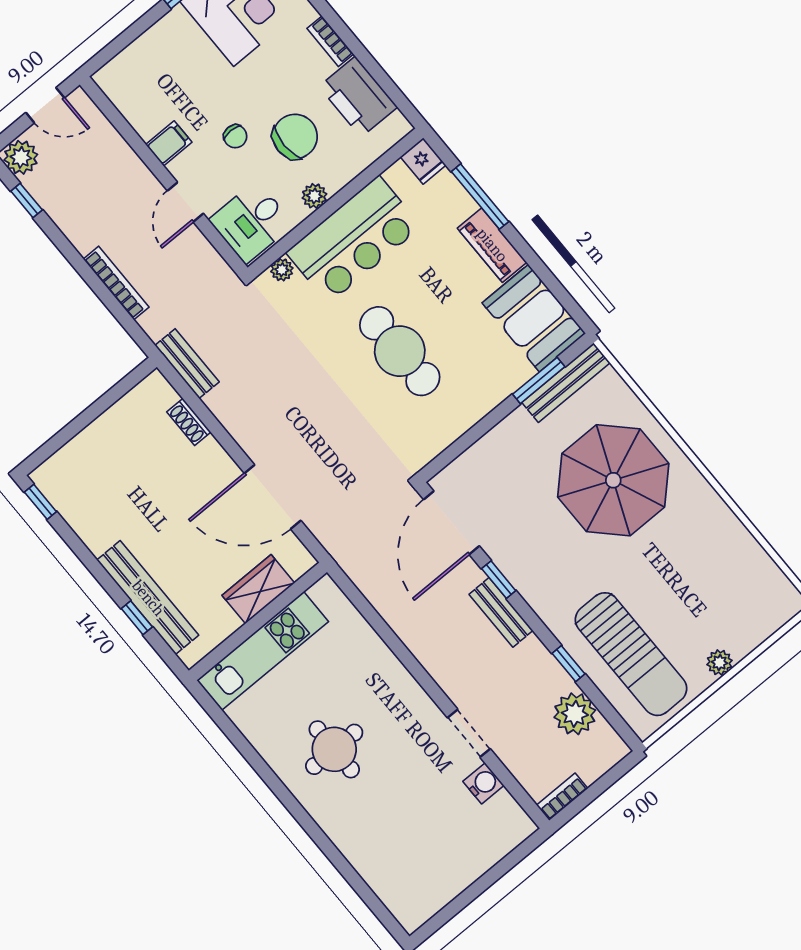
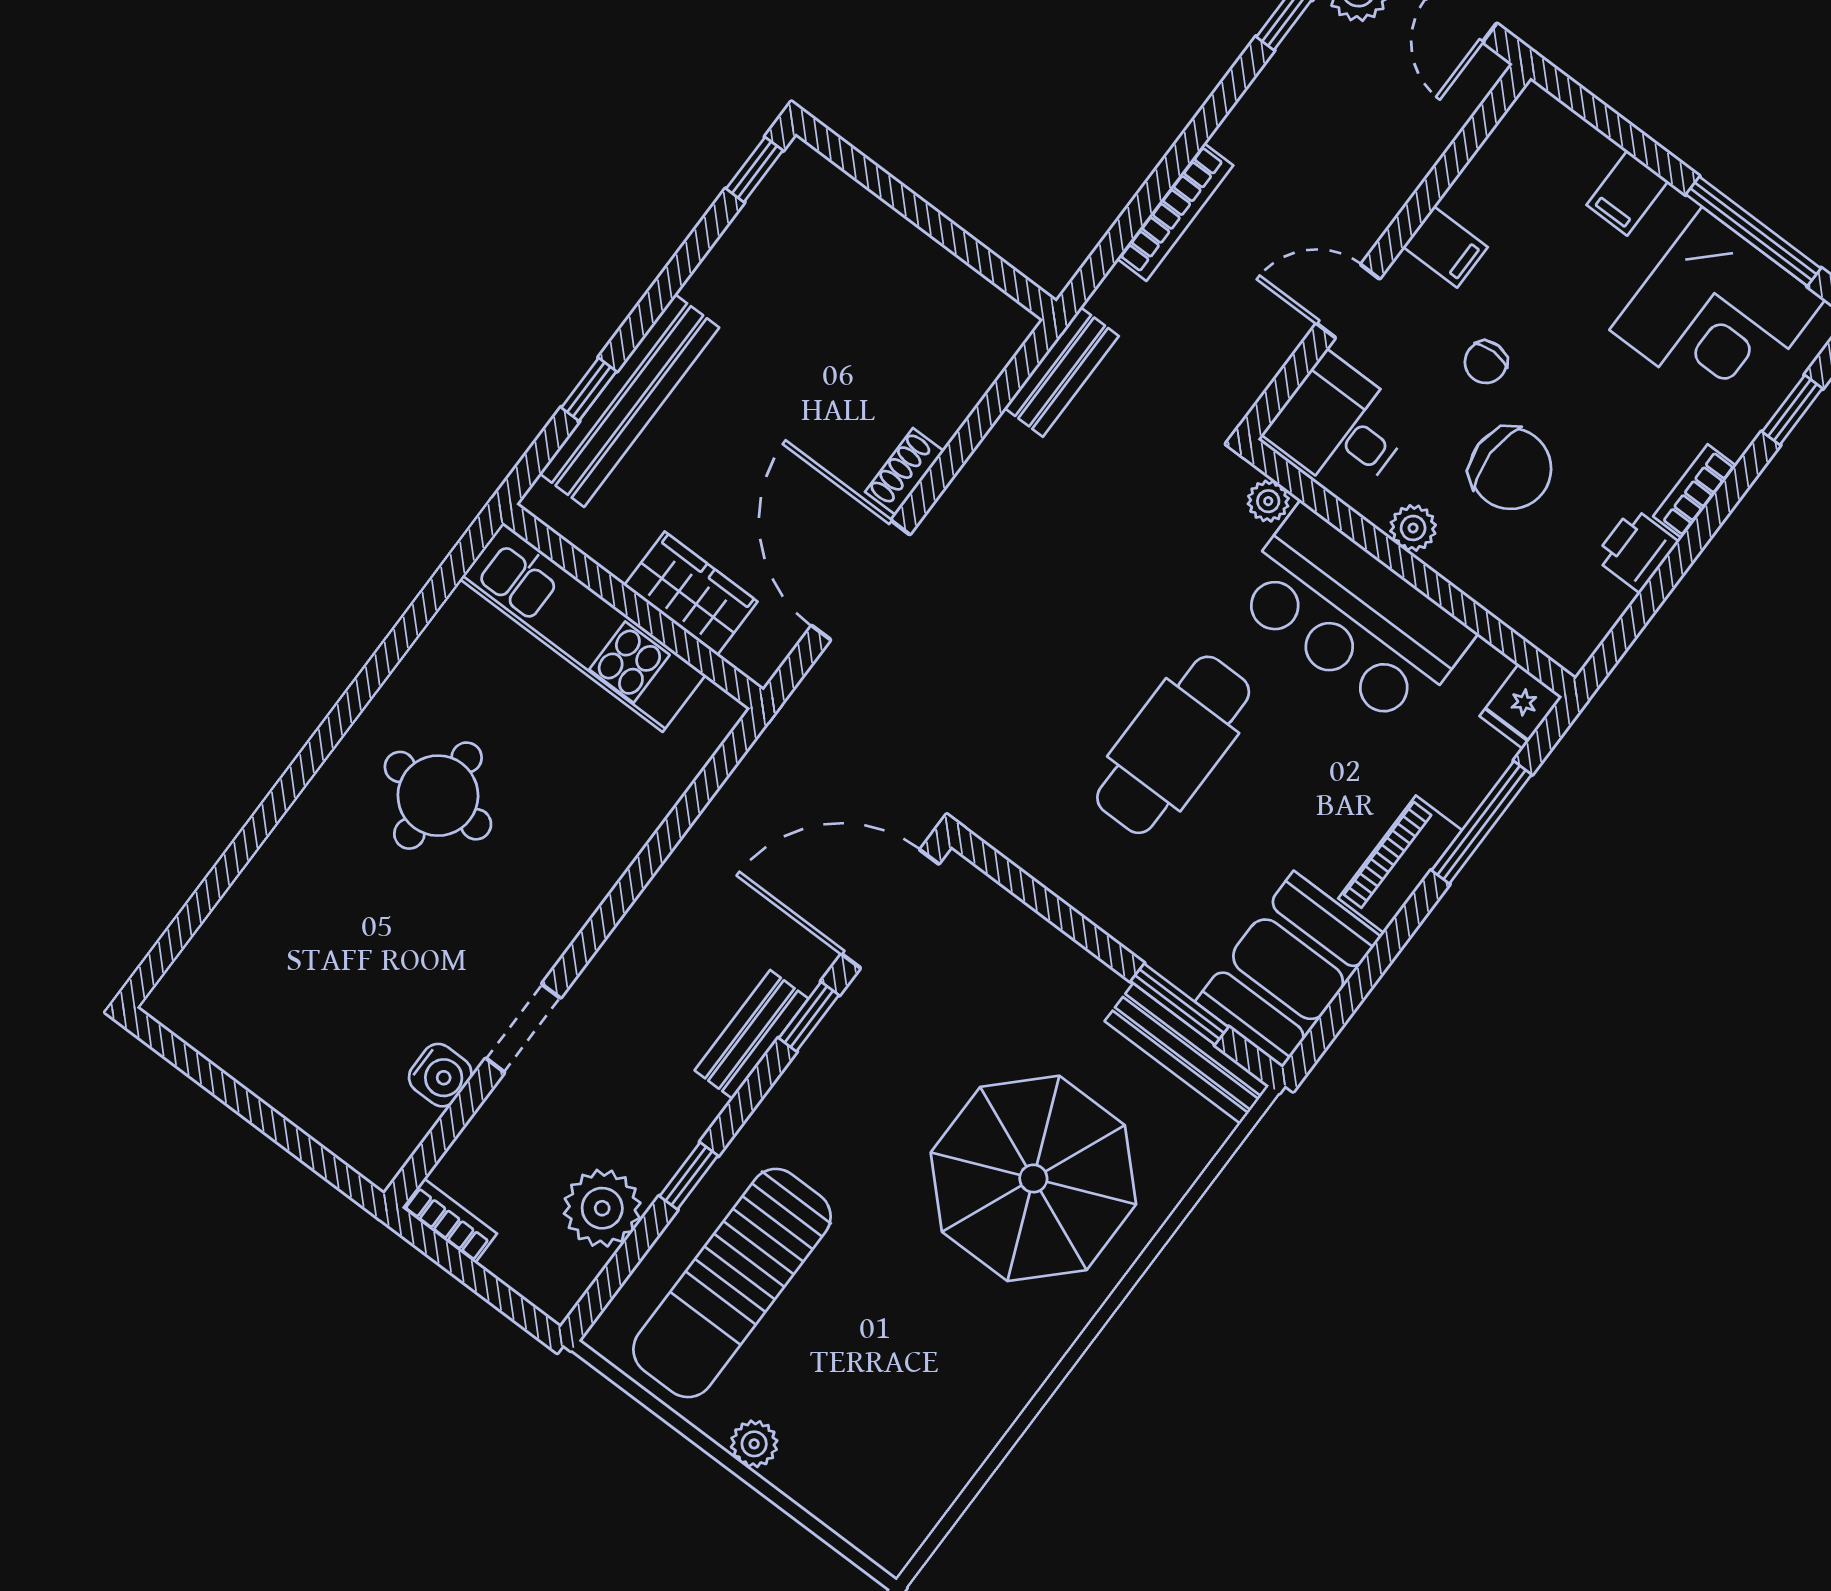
filing cabinet: (163, 40) -> (1627, 193), added
printer: (358, 97) -> (1636, 550), width x0.53, depth x0.68
shoe rack: (189, 422) -> (904, 471), moved

